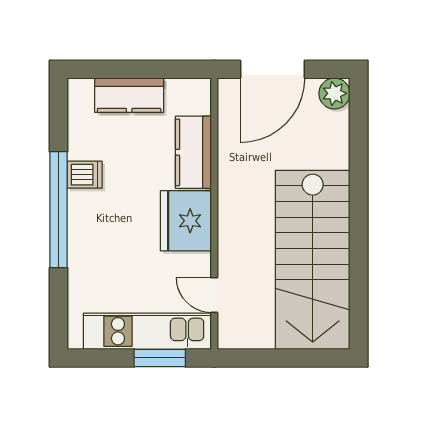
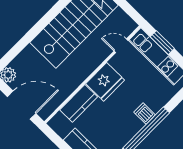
dishwasher: (85, 175) -> (145, 113), moved
door: (214, 295) -> (121, 46), swing flipped

